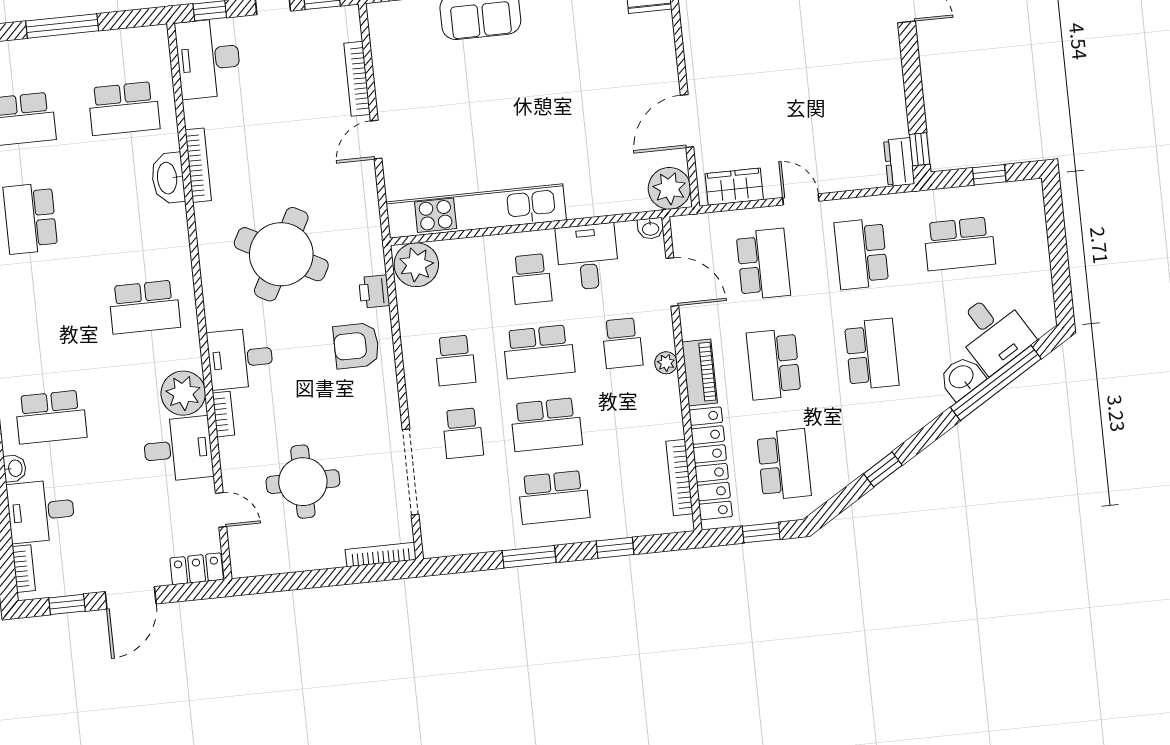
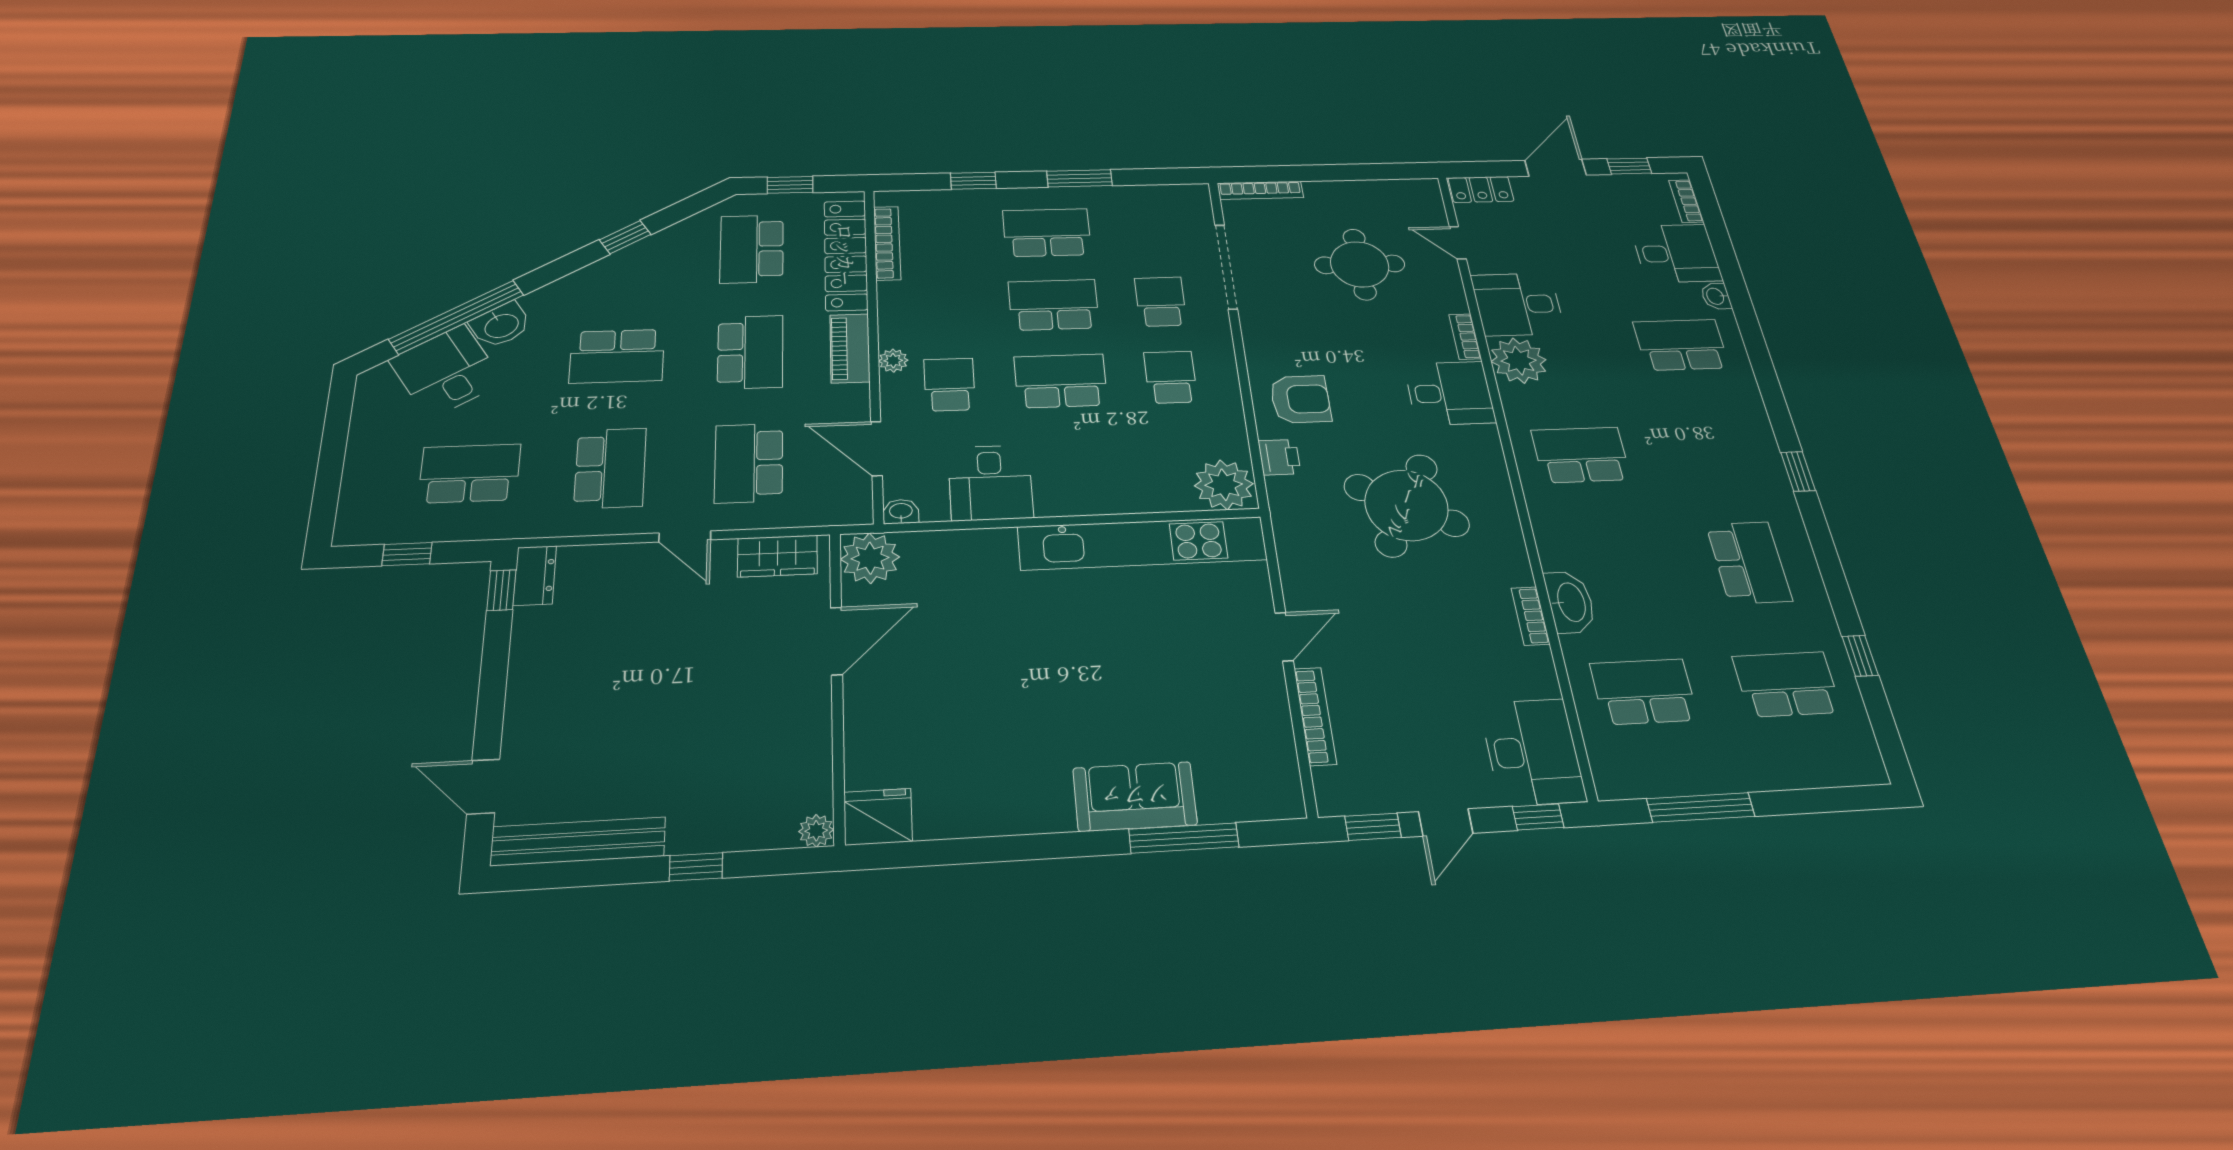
window: (62, 26) -> (1701, 807), moved
bookcase: (198, 165) -> (1530, 616), width x0.64
school desk: (531, 279) -> (1068, 461), removed
school desk: (872, 354) -> (617, 356), turned -90

